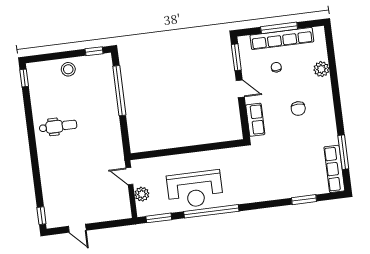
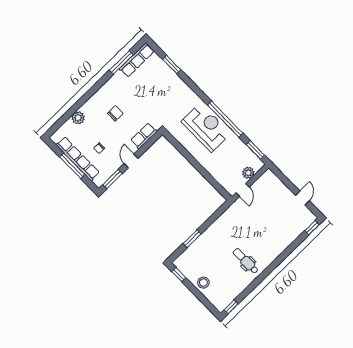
window: (119, 91) -> (192, 239), width x0.47
reception desk: (195, 189) -> (206, 128), moved

